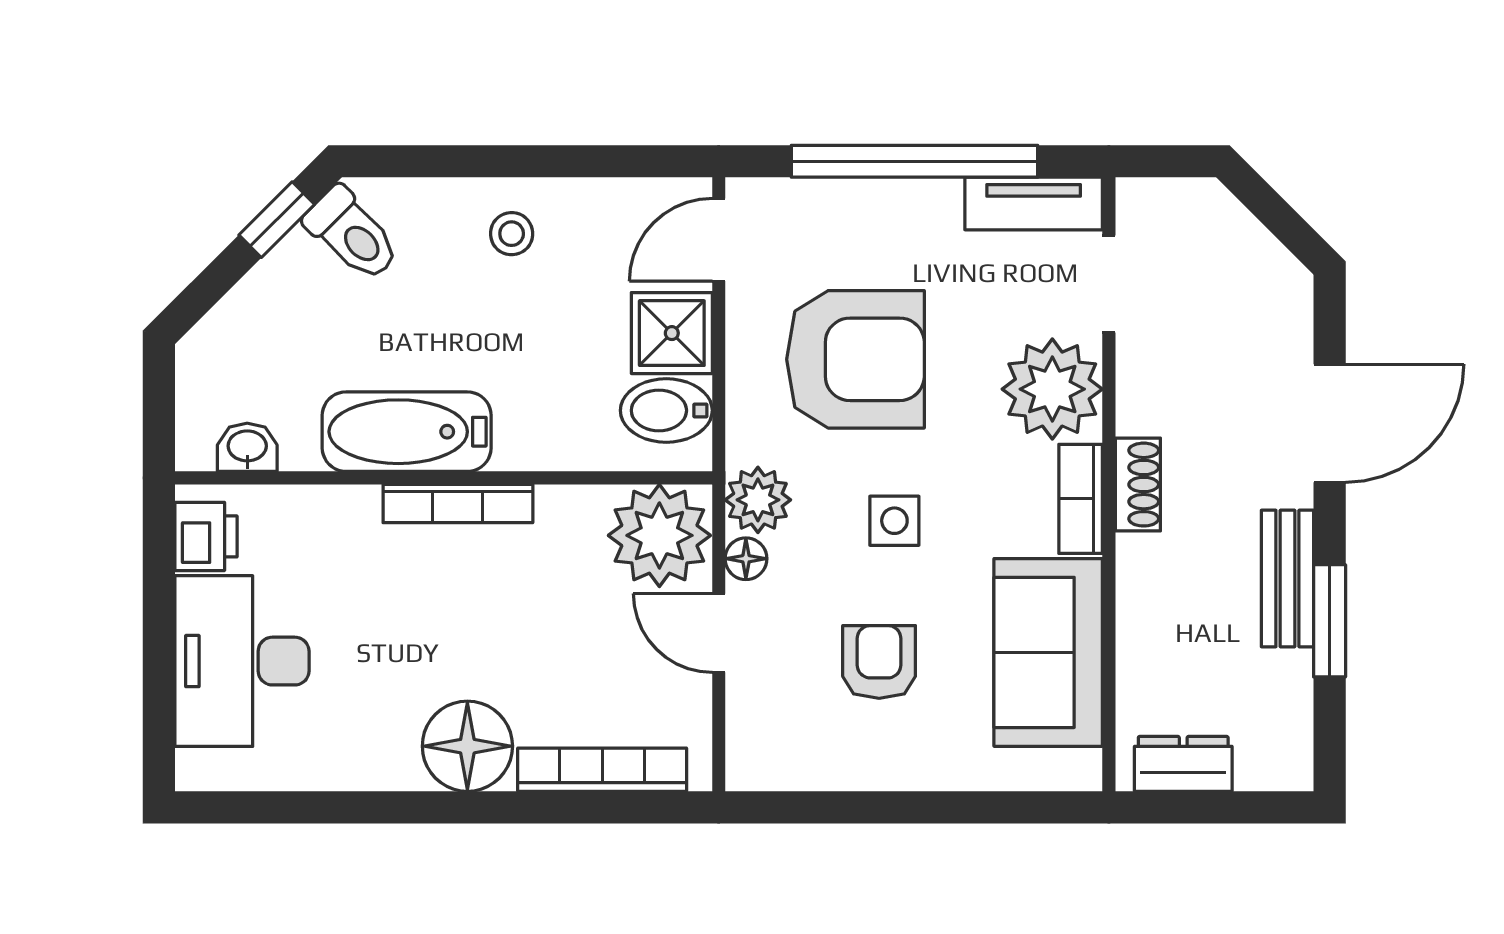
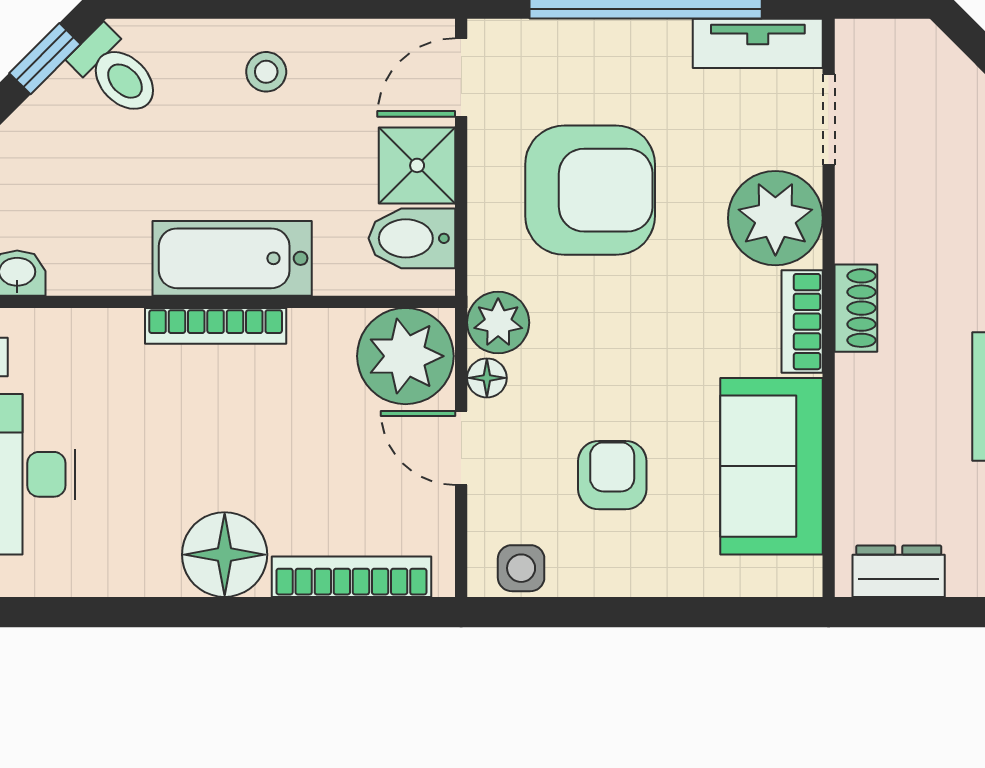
bathtub: (407, 432) -> (232, 258), moved
side table: (894, 521) -> (521, 568), moved

